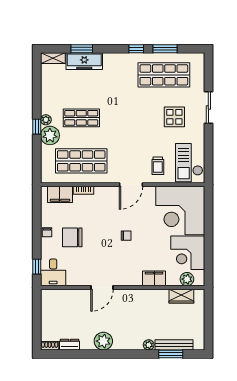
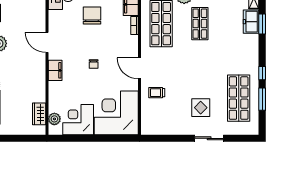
freezer: (84, 61) -> (251, 22), width x0.71
checkout: (189, 163) -> (159, 121), removed
filing cabinet: (154, 278) -> (55, 70), moved

